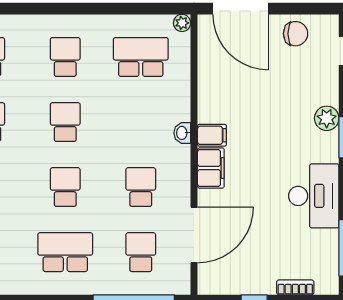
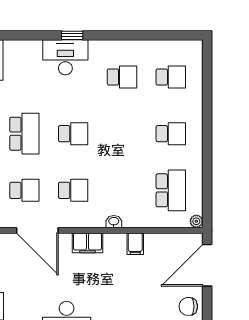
chair: (296, 34) -> (188, 306), turned 90
school desk: (65, 122) -> (122, 134), removed
filing cabinet: (212, 135) -> (135, 244), moved

